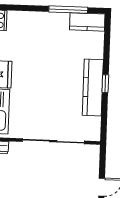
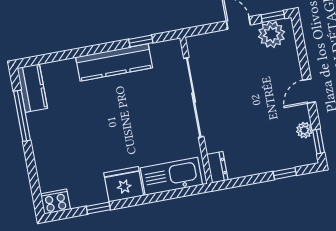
window: (105, 84) -> (141, 41), moved

